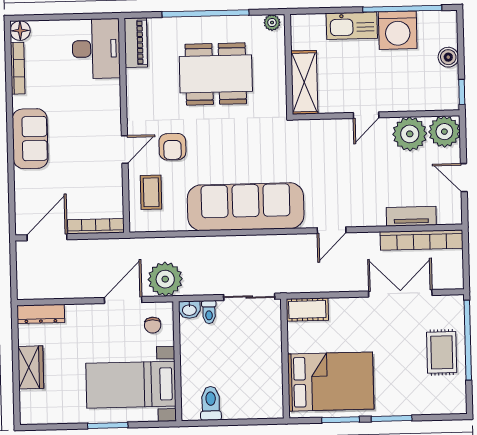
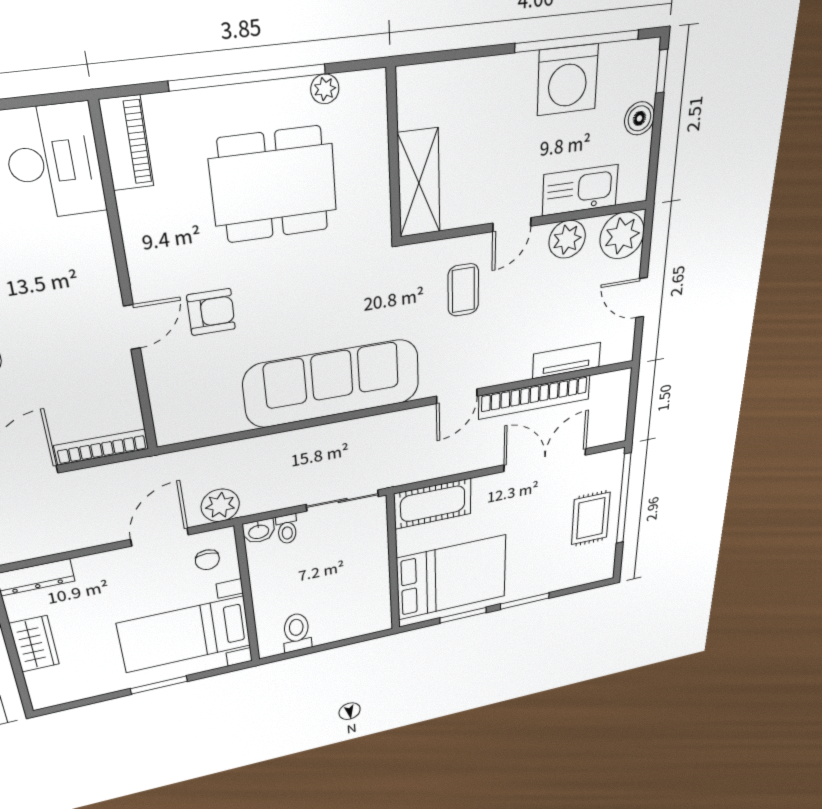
plant: (272, 23) -> (325, 89), moved
kitchen sink: (352, 26) -> (580, 190), moved, turned 180
window: (462, 92) -> (662, 71), moved
plant: (410, 134) -> (567, 239), width x0.73, depth x0.73
armchair: (172, 147) -> (211, 312), turned -90
coffee table: (151, 192) -> (463, 290), moved
bookcase: (422, 240) -> (534, 397), moved
plant: (165, 279) -> (220, 505), width x0.73, depth x0.73
cot: (307, 309) -> (433, 504), width x1.37, depth x1.34

